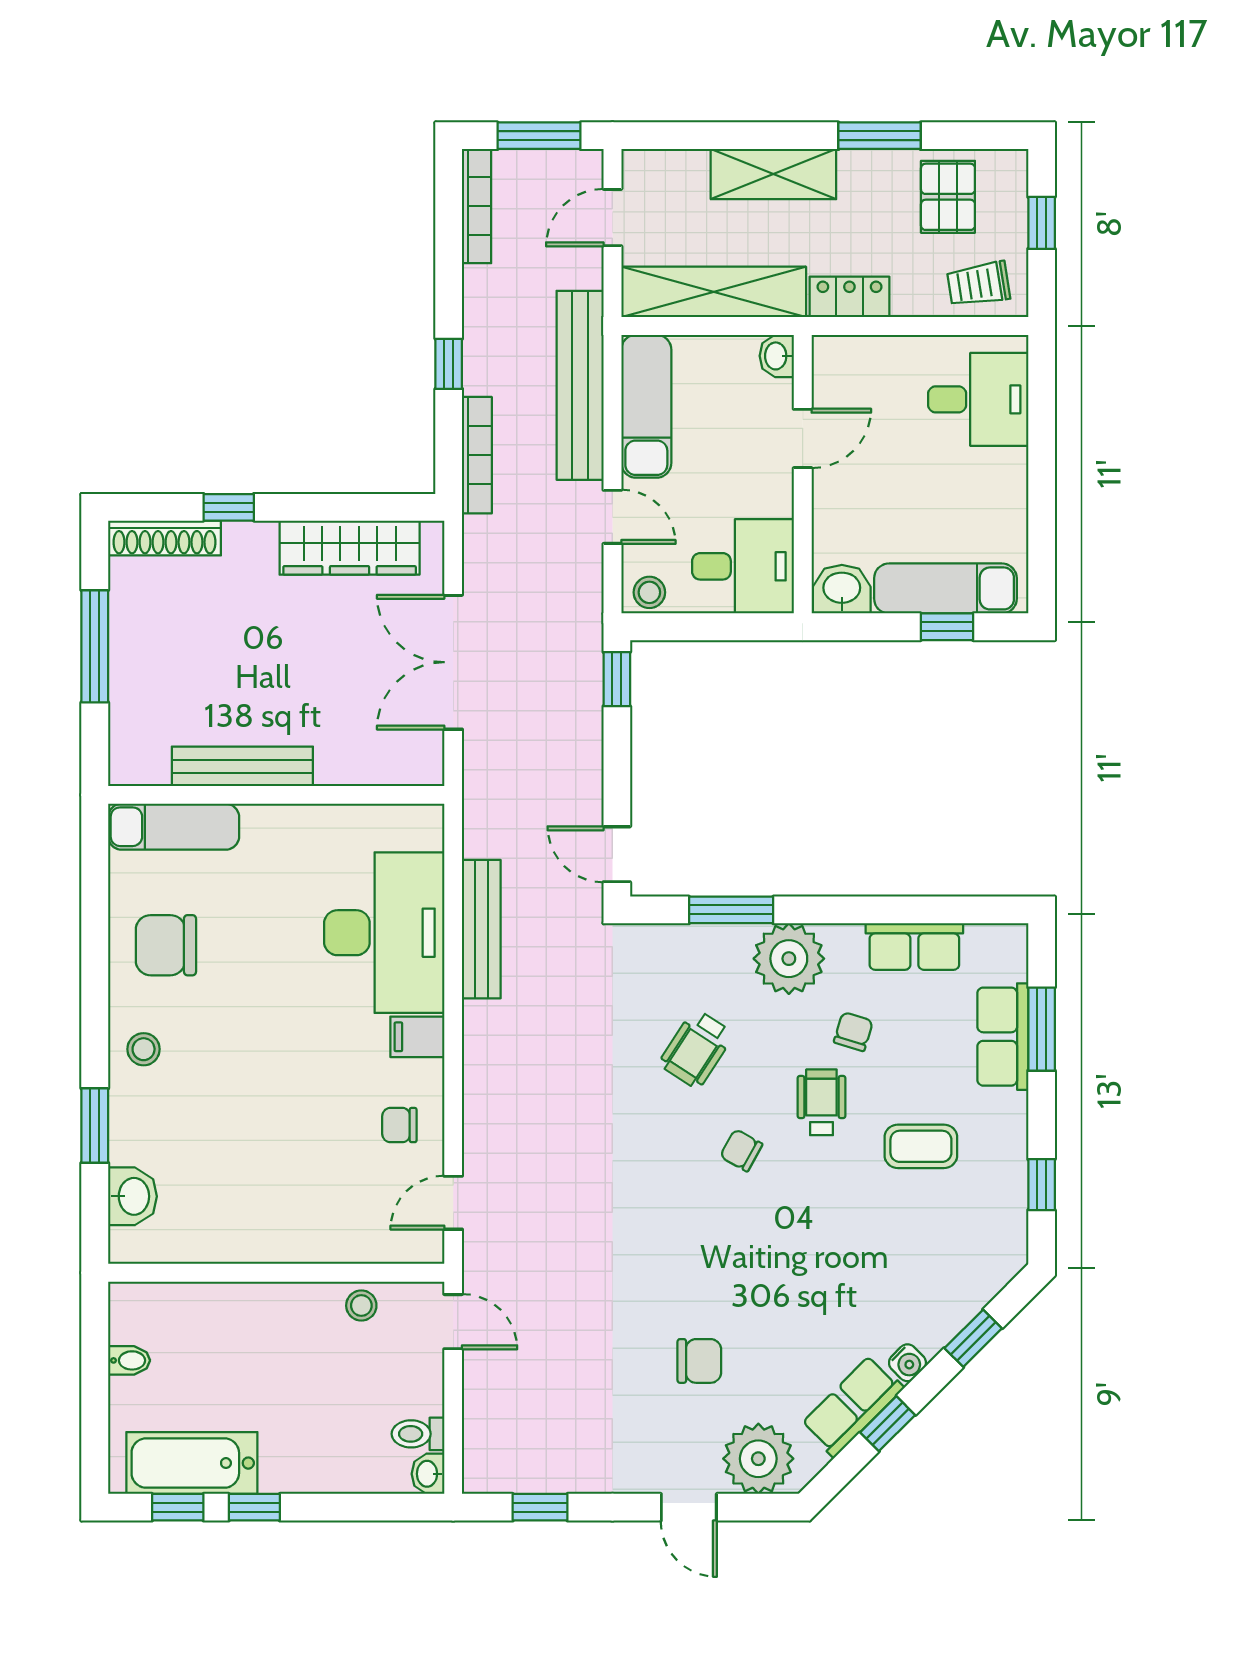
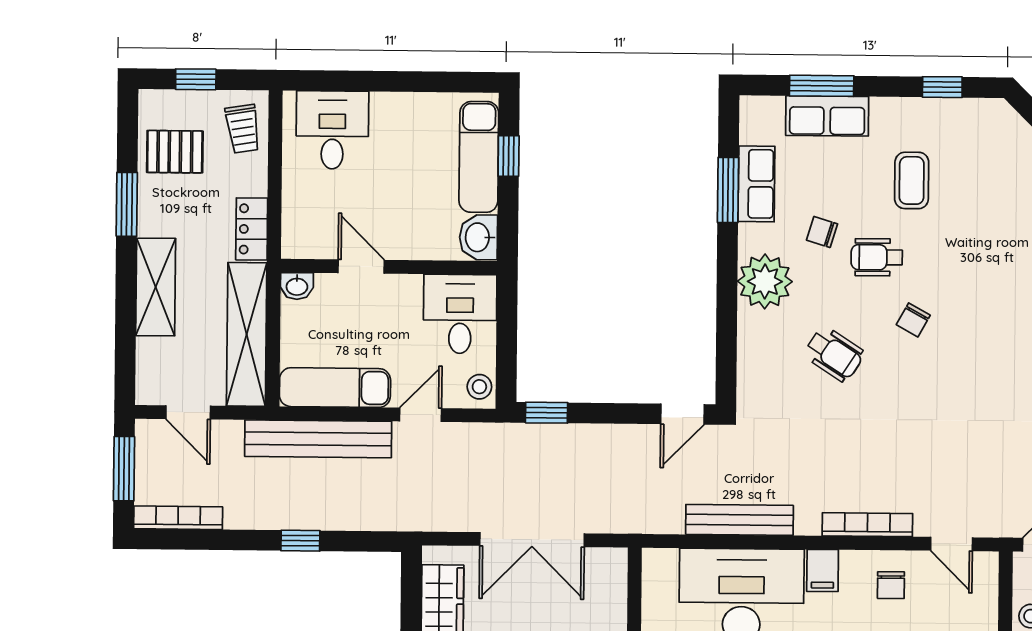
bookcase: (477, 455) -> (867, 525), moved
window: (731, 910) -> (728, 190), moved

